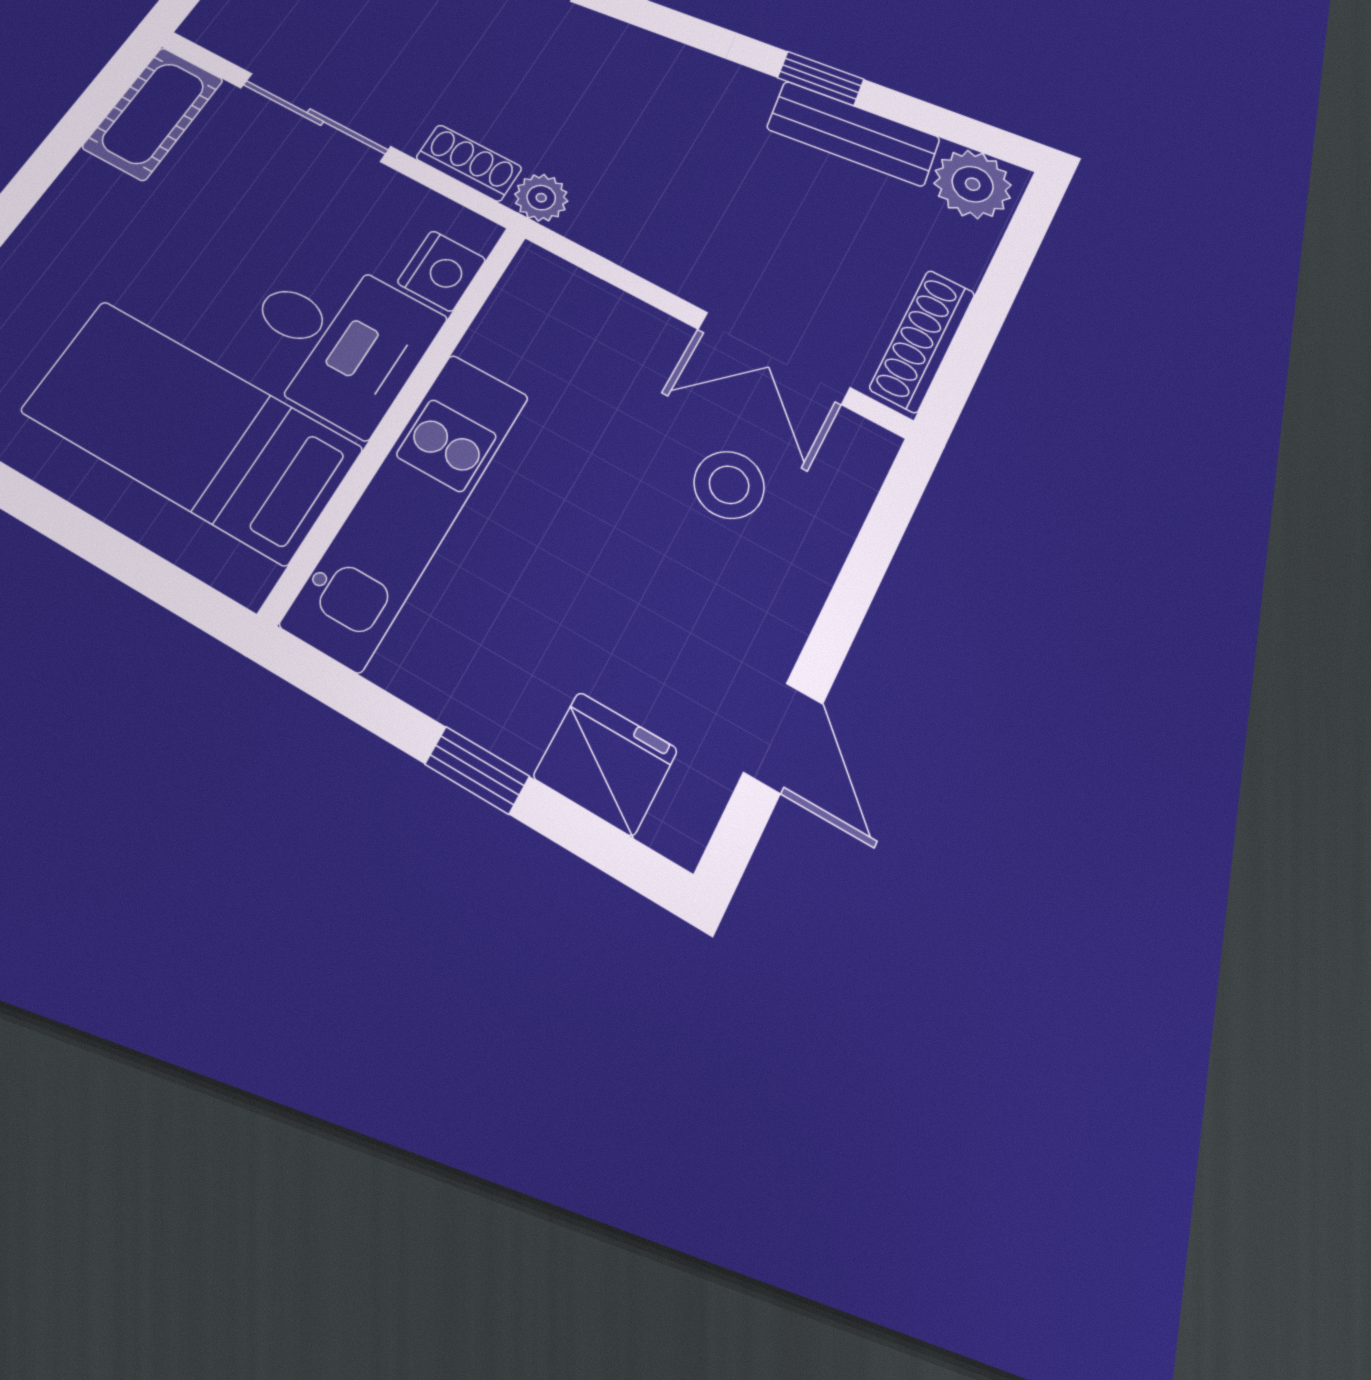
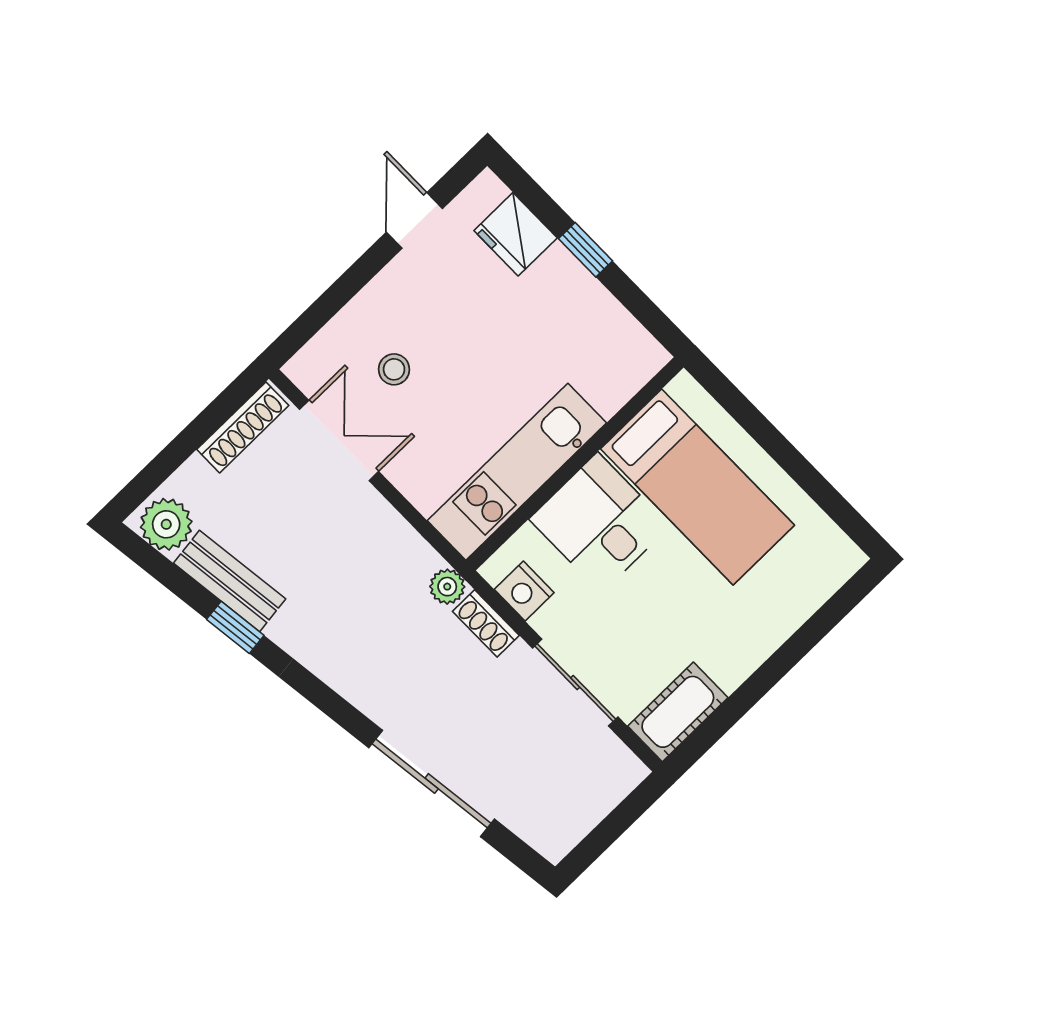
nightstand: (442, 271) -> (524, 591), moved, turned -90
stool: (729, 485) -> (394, 369), width x0.73, depth x0.73
kitchen unit: (408, 507) -> (517, 472), moved

